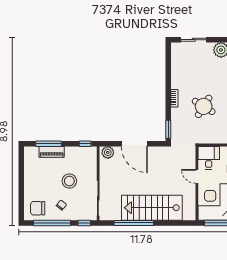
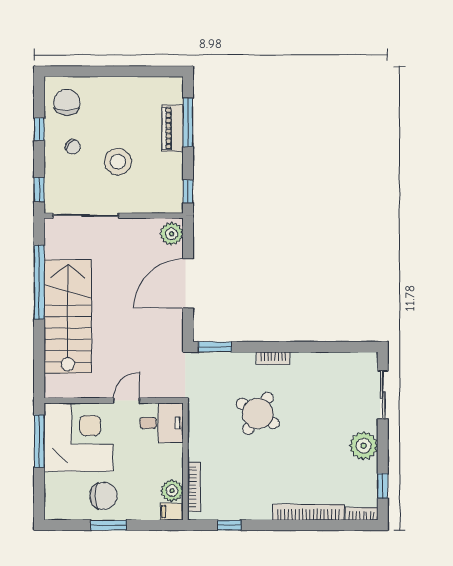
window: (52, 223) -> (39, 129), width x0.32

